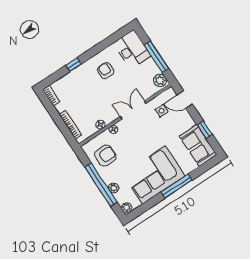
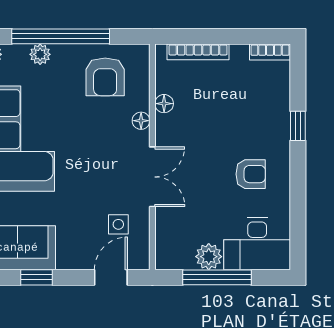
plant: (160, 80) -> (209, 257), moved

